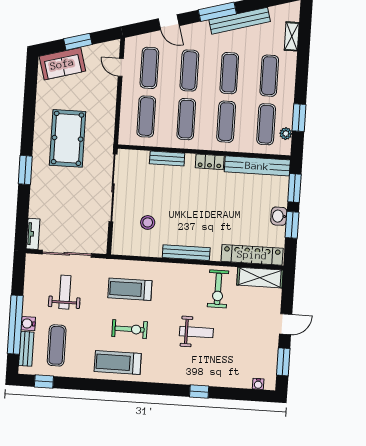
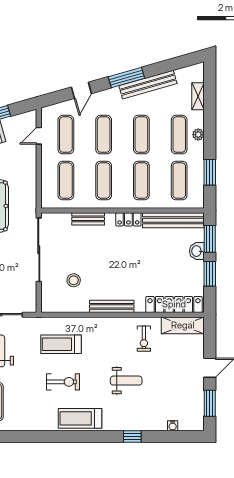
door: (169, 22) -> (81, 90), hinge flipped
door: (121, 67) -> (39, 136), hinge flipped
plant: (286, 134) -> (198, 135), moved
washbasin: (279, 216) -> (197, 251), moved
exercise bike: (218, 289) -> (144, 339), width x0.73, depth x0.72
treadmill: (118, 363) -> (80, 418), moved
water cooler: (258, 384) -> (173, 426), moved

